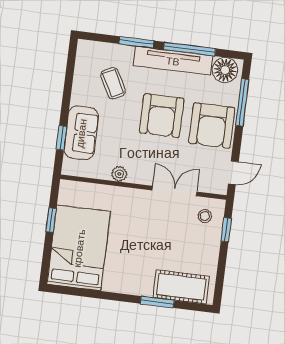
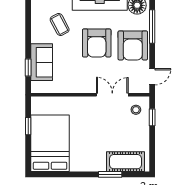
plant: (119, 174) -> (72, 88), removed

